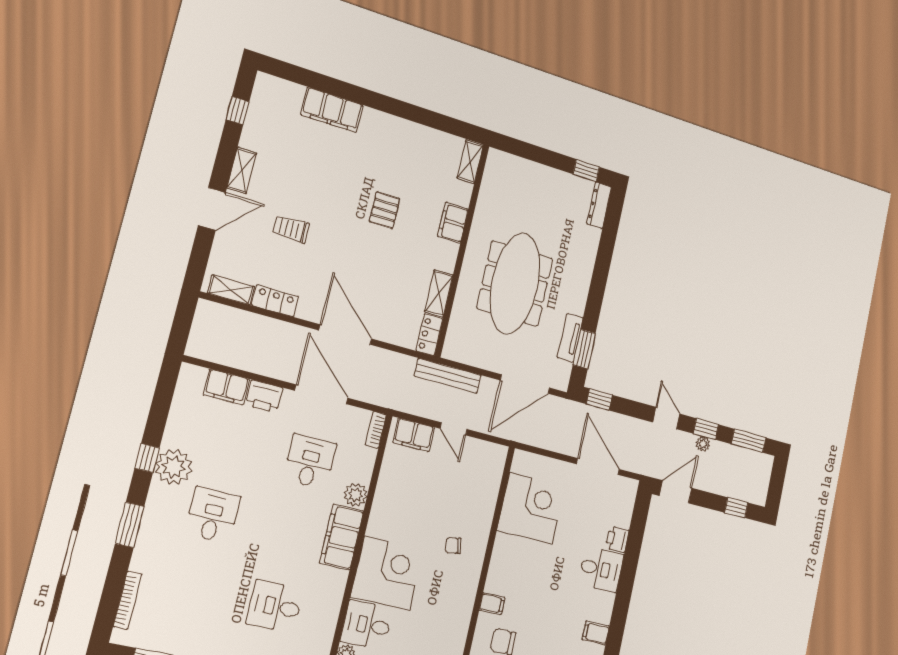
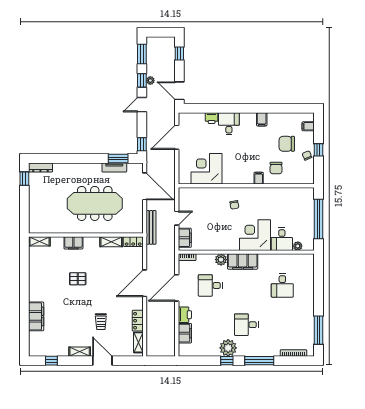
window: (130, 525) -> (259, 361), width x1.44

